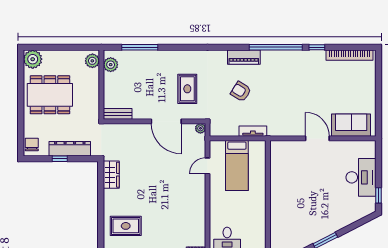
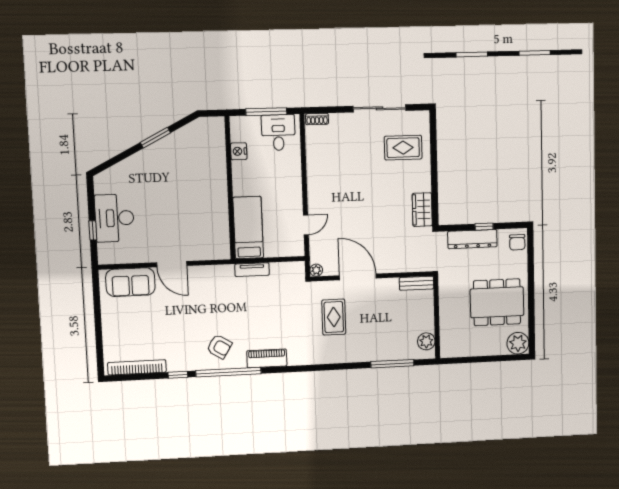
plant: (92, 61) -> (448, 345), removed
armchair: (241, 92) -> (219, 347), moved
bed: (237, 165) -> (248, 228), moved
window: (379, 195) -> (93, 230), moved
nightstand: (260, 227) -> (239, 151), added

